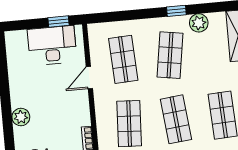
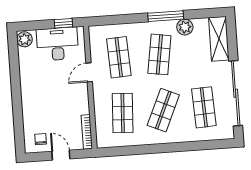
window: (176, 11) -> (166, 16), width x2.17
plant: (21, 117) -> (24, 39), moved
shop shelf: (176, 119) -> (163, 110), turned 30

